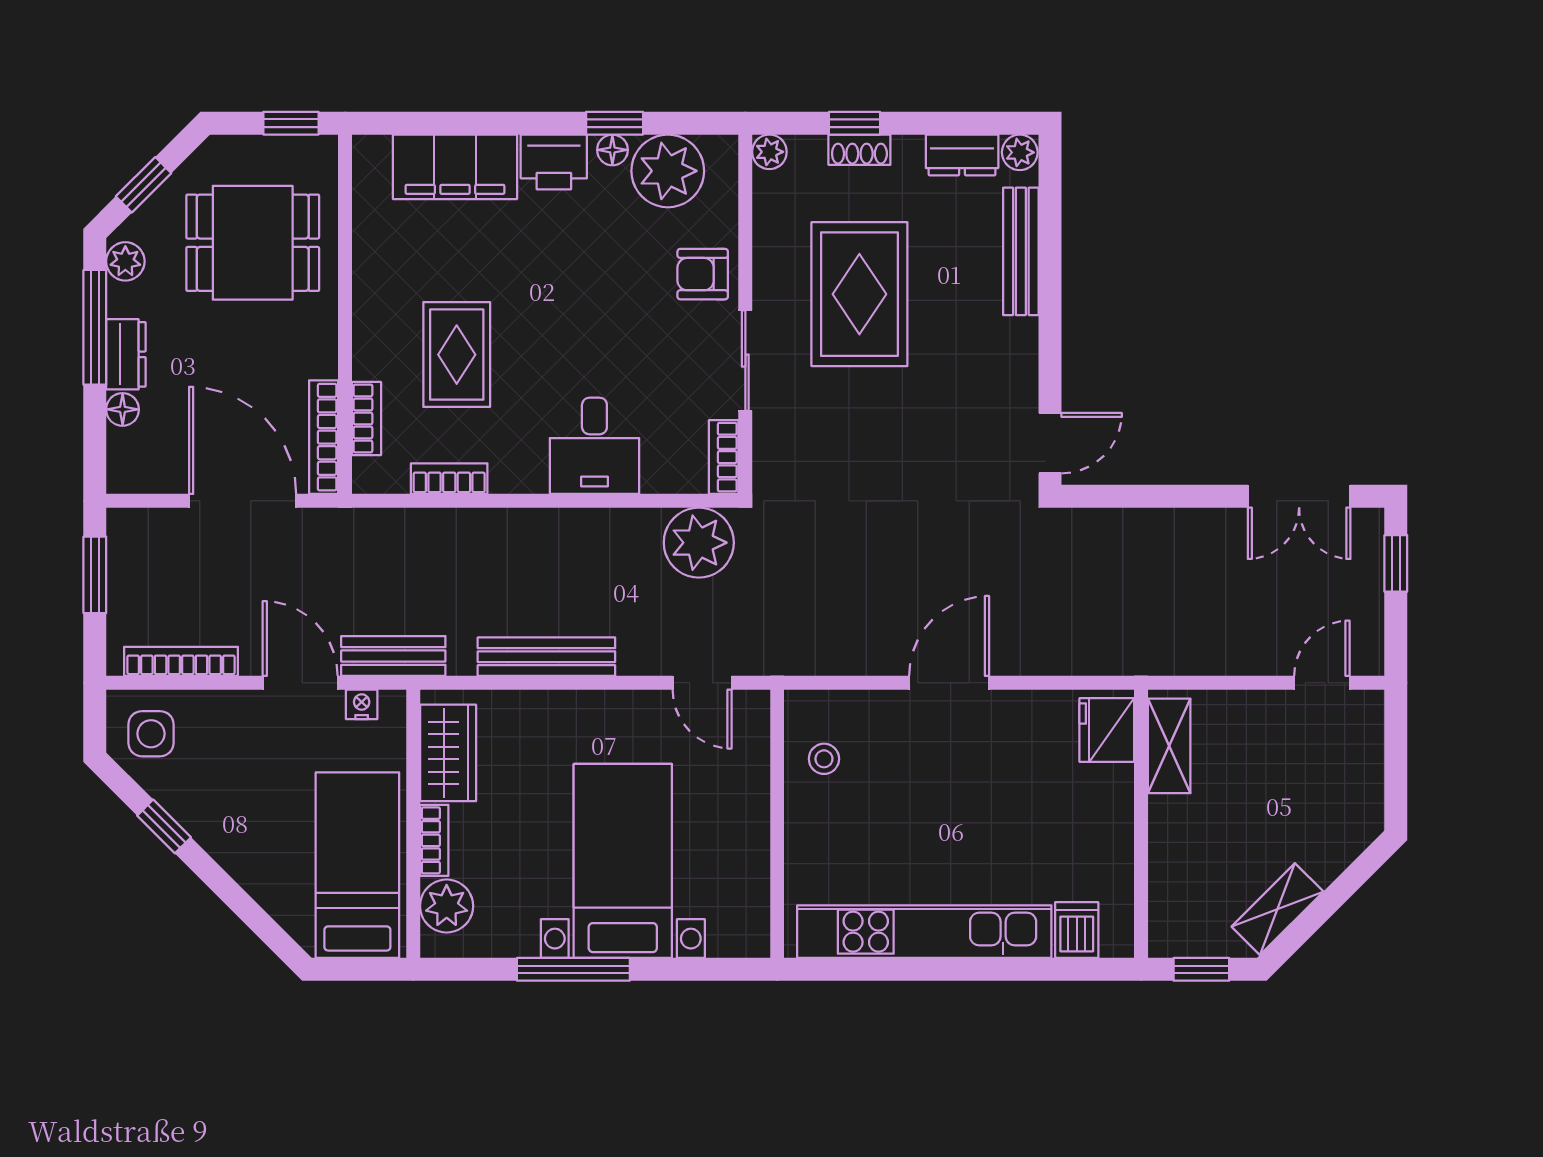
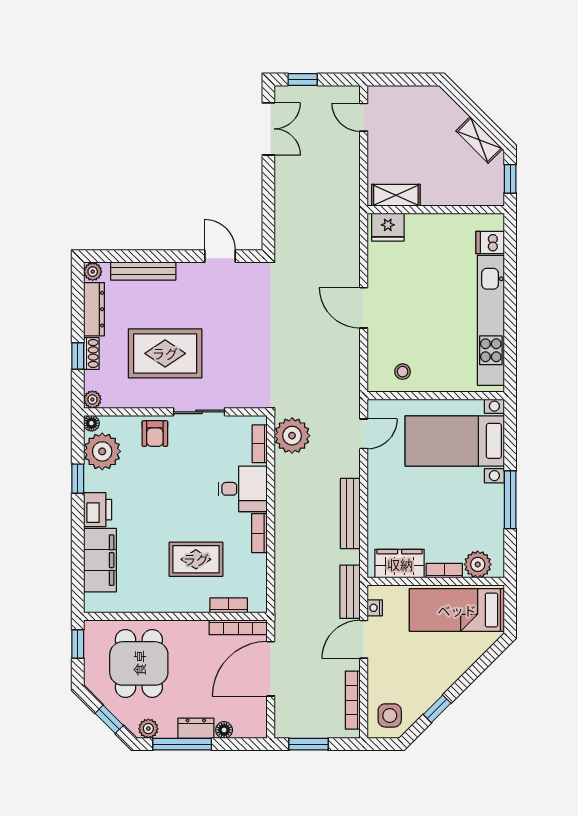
floor lamp: (612, 150) -> (91, 423), moved
dresser: (962, 155) -> (94, 309), width x1.44
door: (1050, 443) -> (220, 256), moved
bookcase: (724, 457) -> (260, 444), moved, turned 90
bookcase: (449, 479) -> (259, 533), moved
bed with nightstands: (623, 861) -> (455, 441), moved

